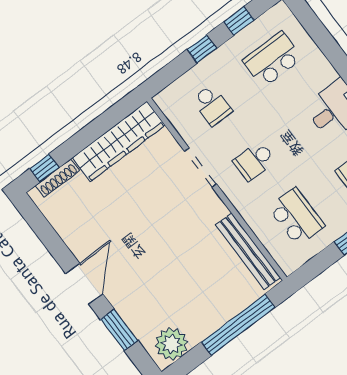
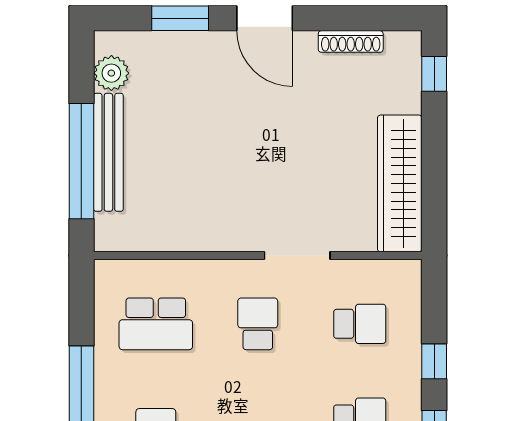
school desk: (212, 105) -> (360, 324), turned 180
shoe rack: (58, 178) -> (351, 41), moved, turned -90
bench: (248, 251) -> (108, 152), moved, turned 90
plant: (171, 344) -> (111, 73), width x0.73, depth x0.73

